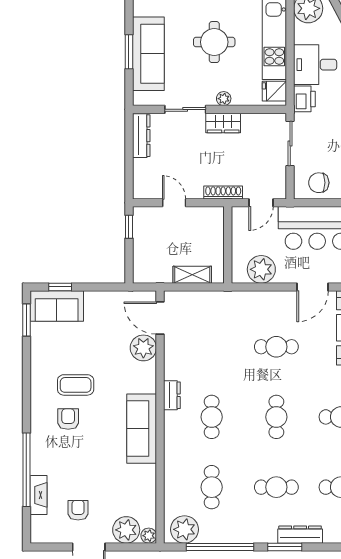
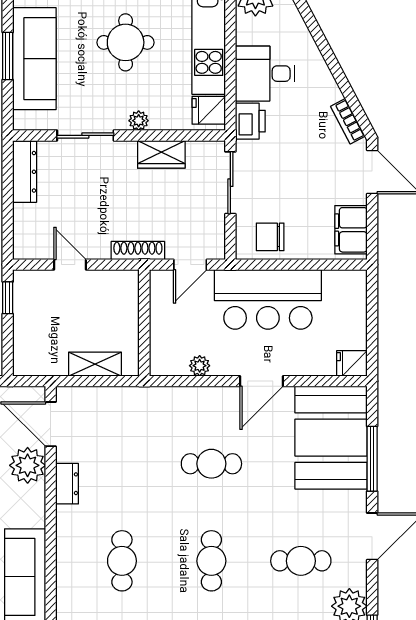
wardrobe: (223, 123) -> (161, 154), moved
plant: (261, 269) -> (200, 366), width x0.53, depth x0.53
dresser: (172, 395) -> (67, 484), moved

